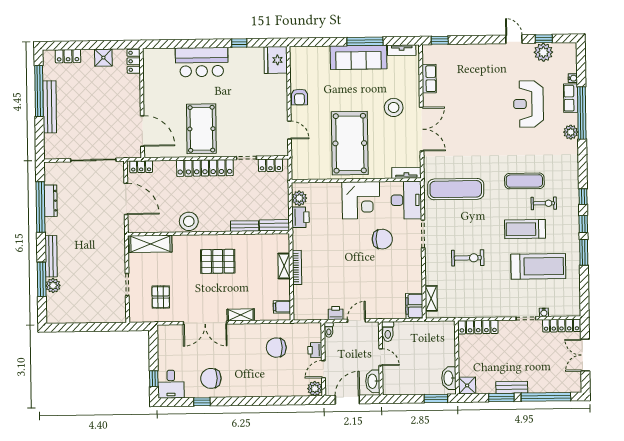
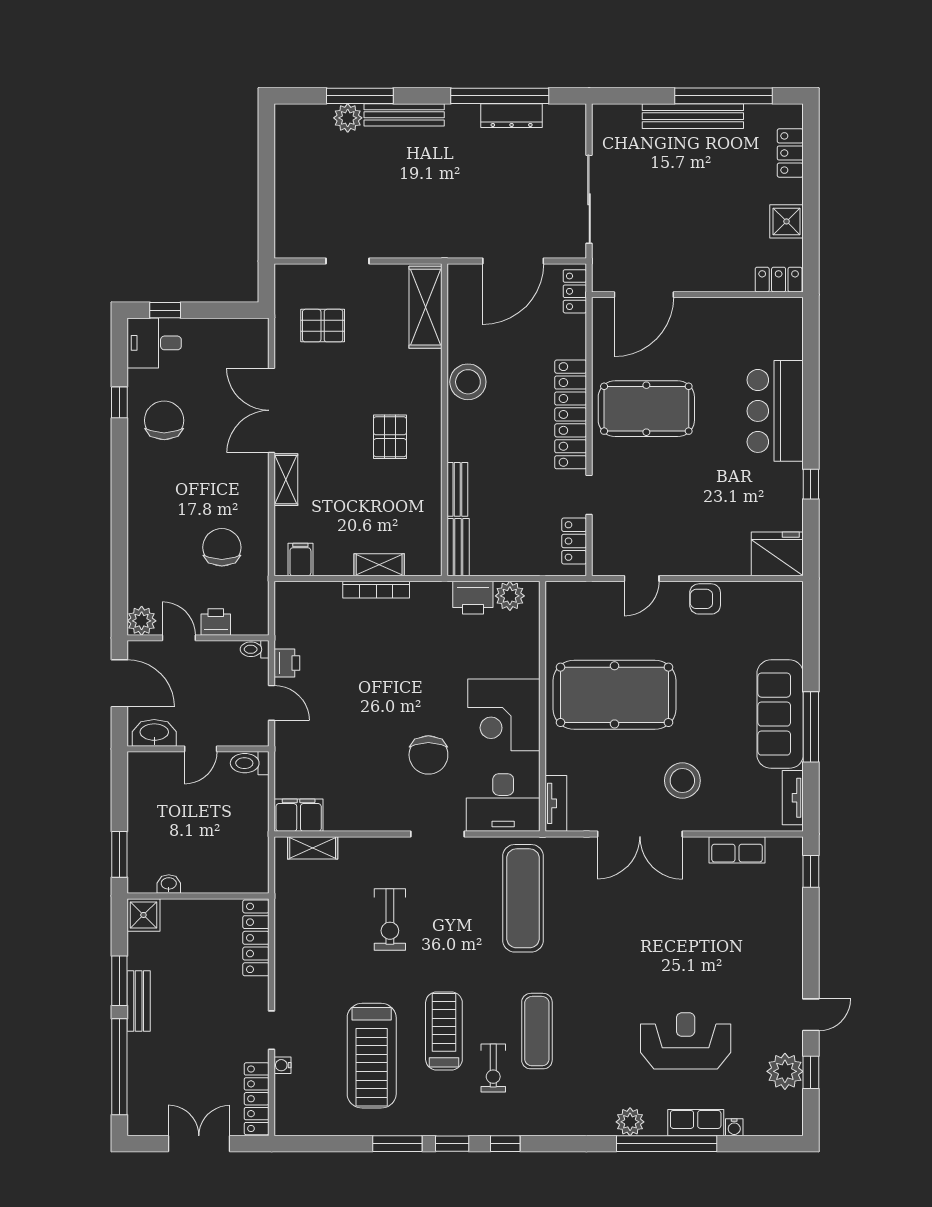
pallet: (218, 261) -> (390, 437), width x0.67, depth x0.71
washbasin: (449, 378) -> (169, 884), width x0.52, depth x0.69

